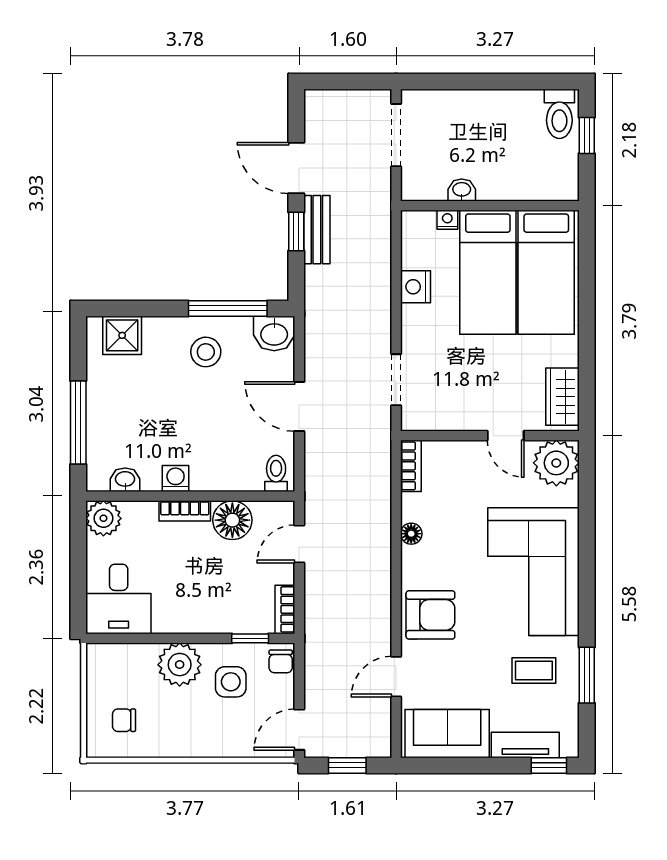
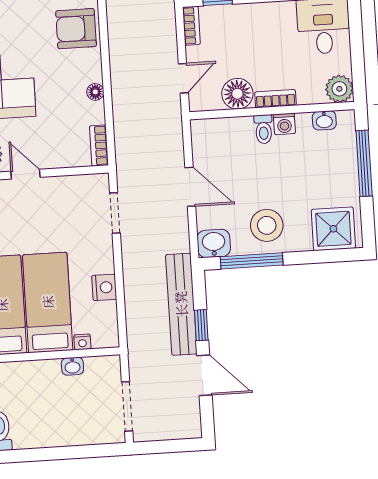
bench: (317, 230) -> (181, 304), width x1.86, depth x1.21
shower: (122, 335) -> (333, 229), width x1.36, depth x1.36
stool: (206, 352) -> (267, 225), width x1.38, depth x1.38
toilet: (276, 473) -> (264, 129), moved

